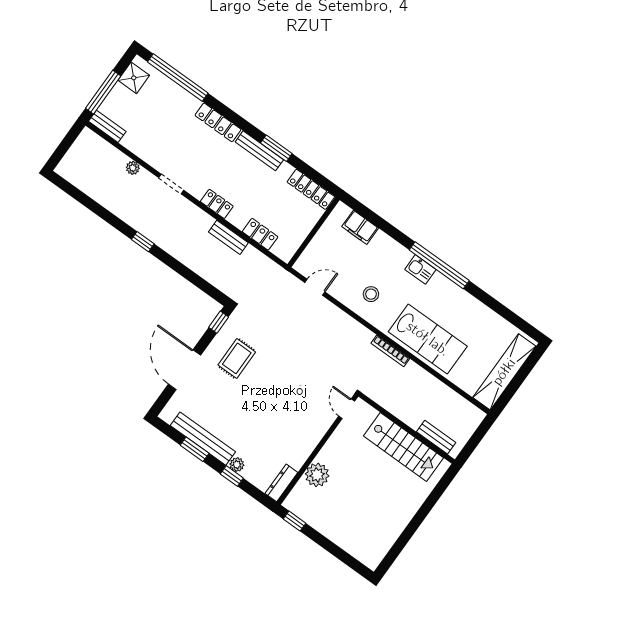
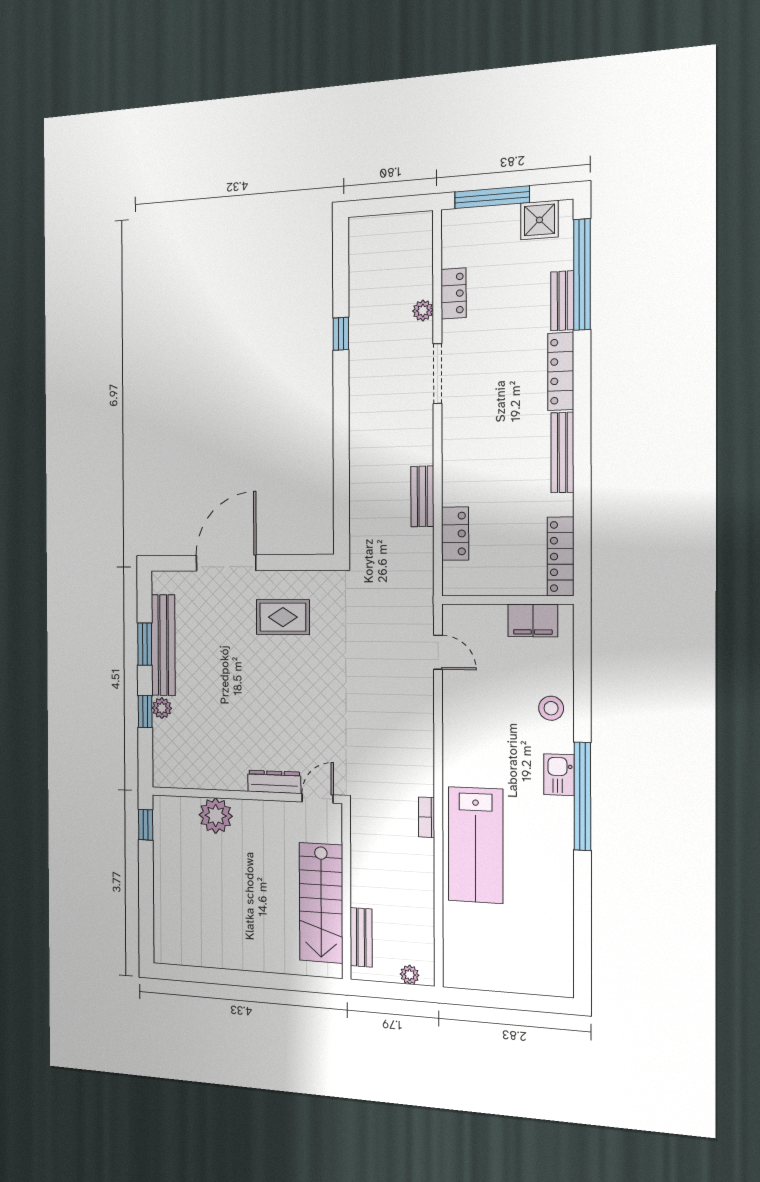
bench: (107, 126) -> (562, 301), moved
window: (276, 148) -> (582, 472), removed
doorway: (171, 184) -> (437, 374), width x1.38
locker: (217, 204) -> (454, 293), moved
filing cabinet: (360, 227) -> (533, 620), moved, turned -90
window: (143, 242) -> (341, 334), moved
stool: (371, 294) -> (551, 708), moved
window: (219, 322) -> (310, 562), removed
bookcase: (390, 351) -> (427, 817), width x0.64
shelving: (504, 372) -> (504, 975), removed
plant: (473, 424) -> (410, 975), added
dresser: (281, 483) -> (274, 782), moved

